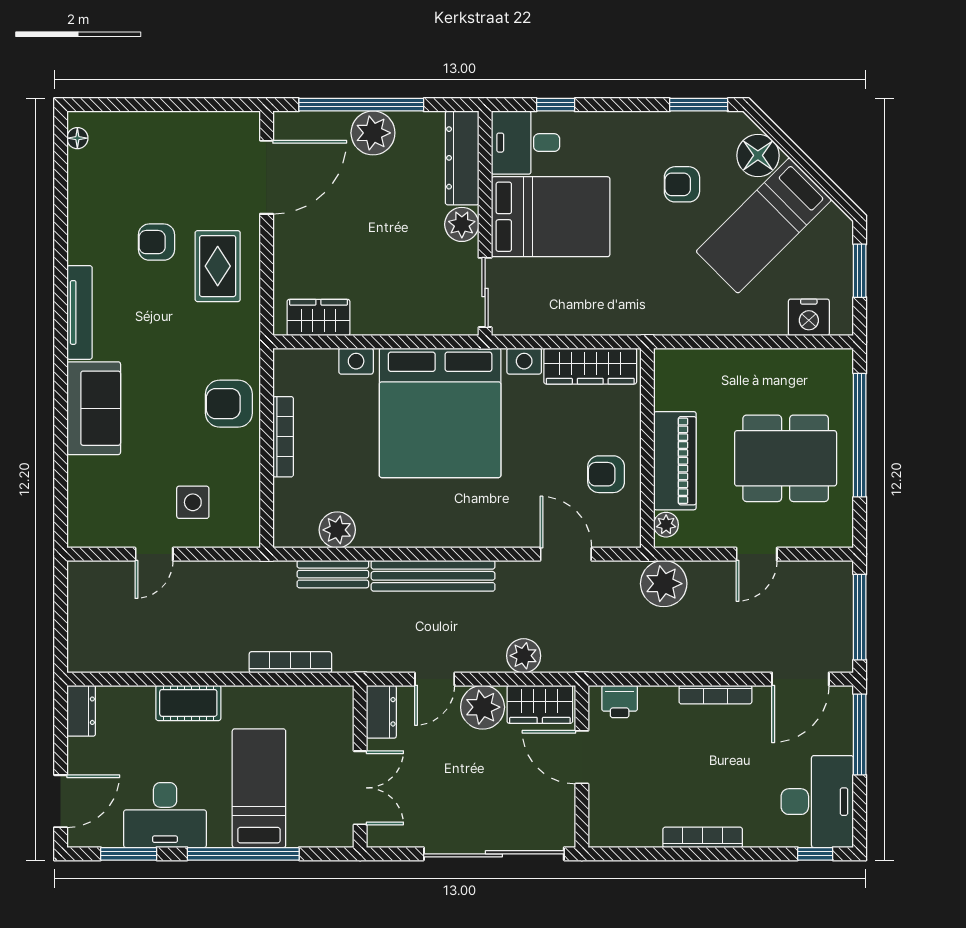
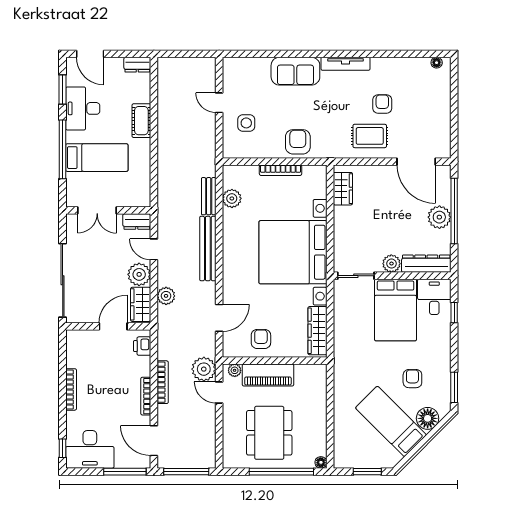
nightstand: (809, 317) -> (343, 445), removed
floor lamp: (842, 359) -> (321, 462), added
door: (757, 554) -> (219, 393), moved
bookcase: (290, 662) -> (163, 382), moved

